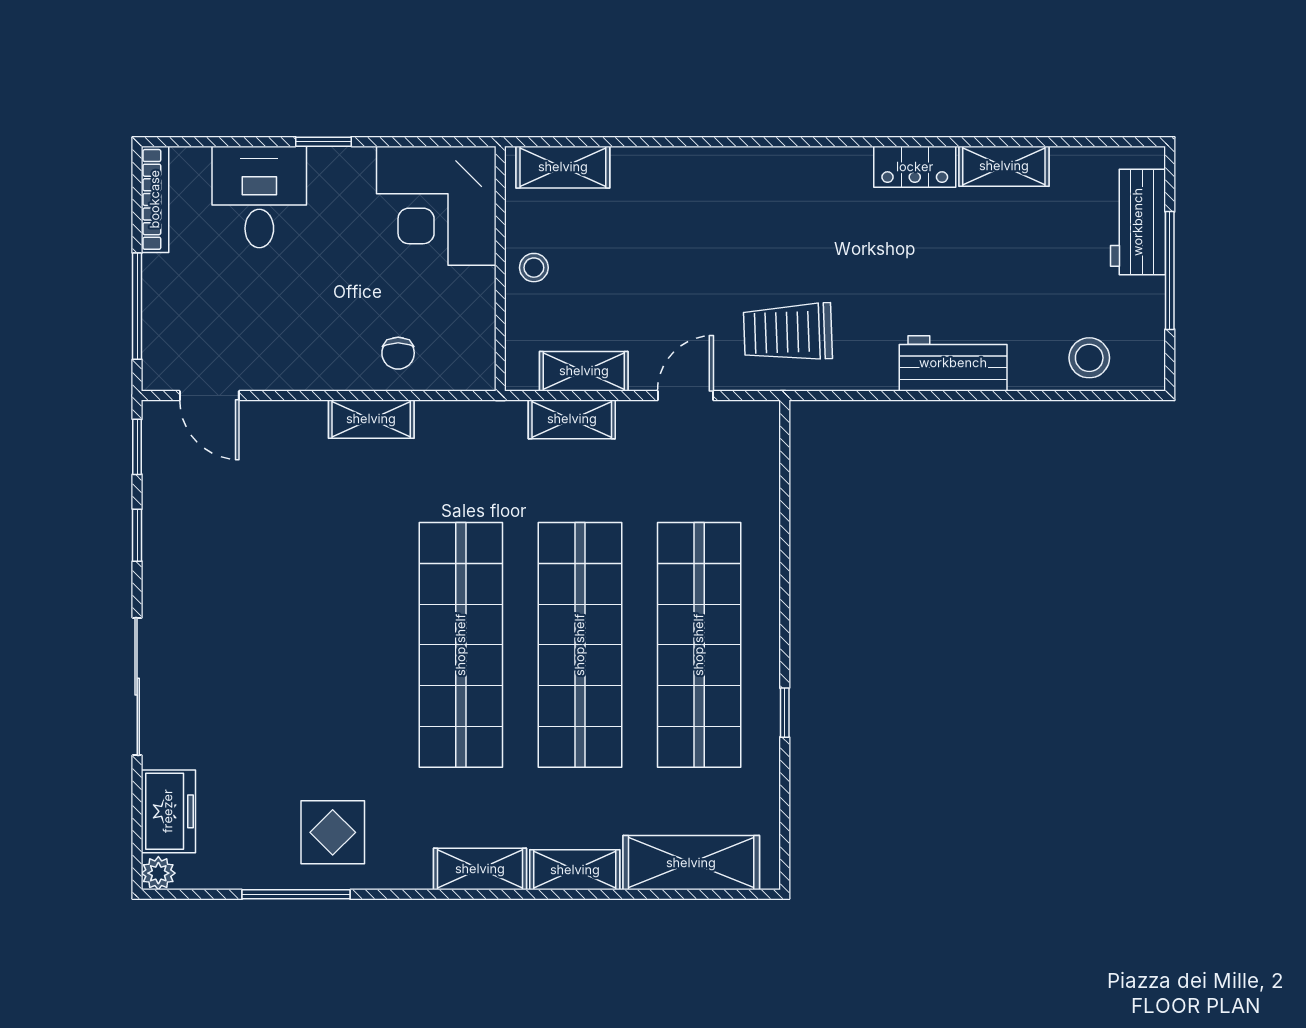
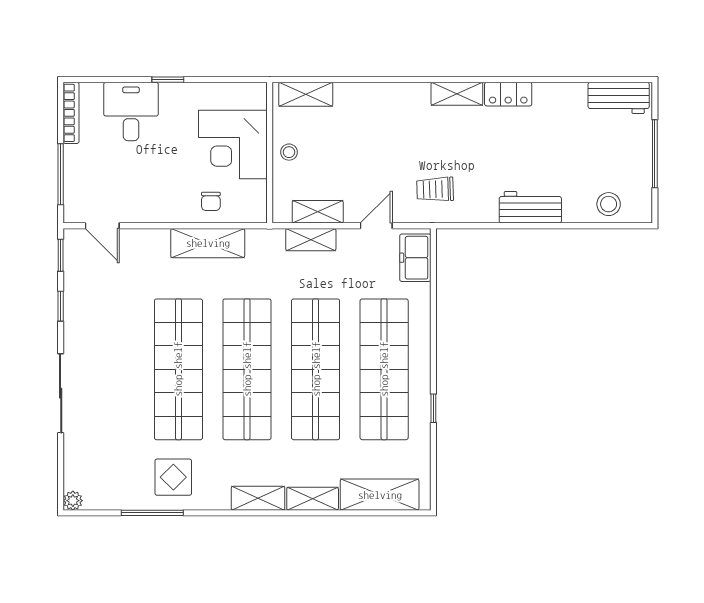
shelving: (1004, 166) -> (457, 94), moved
corner desk: (436, 206) -> (233, 144), moved
workbench: (1138, 222) -> (619, 98), moved, turned -90
trolley: (788, 332) -> (435, 189), width x0.73, depth x0.72
shelving: (371, 419) -> (208, 243), width x1.50, depth x1.33
shop shelf: (342, 645) -> (178, 369), added
freezer: (168, 811) -> (415, 258), moved, turned 180

